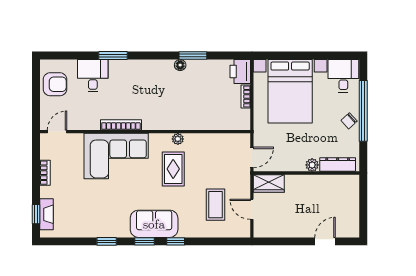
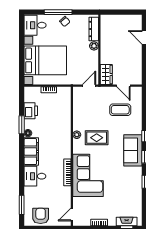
window: (113, 56) -> (22, 205), moved
filing cabinet: (152, 70) -> (31, 152), added
printer: (240, 72) -> (31, 111), moved, turned -90
desk: (93, 76) -> (35, 176), moved
window: (363, 111) -> (58, 12), width x0.68
door: (57, 132) -> (72, 215), hinge flipped
door: (252, 157) -> (89, 86), hinge flipped
door: (252, 209) -> (123, 86), hinge flipped

